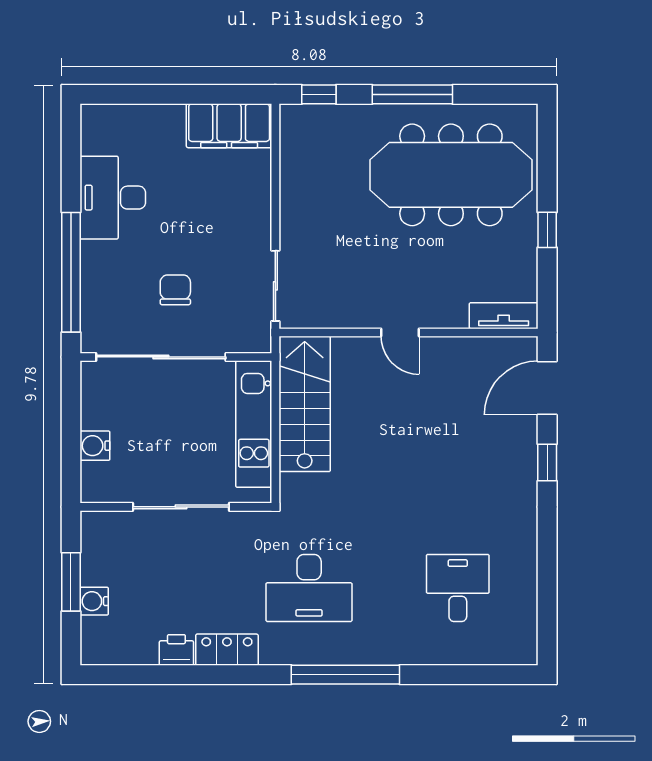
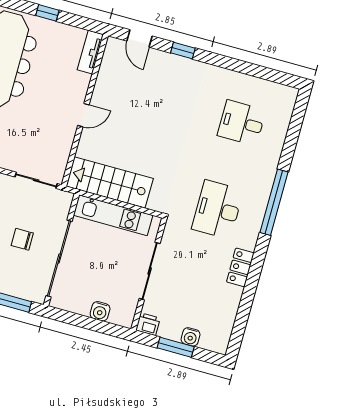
door: (547, 388) -> (139, 38), width x0.73
desk: (309, 588) -> (218, 210), turned 180
printer: (176, 650) -> (148, 324), moved, turned 90

